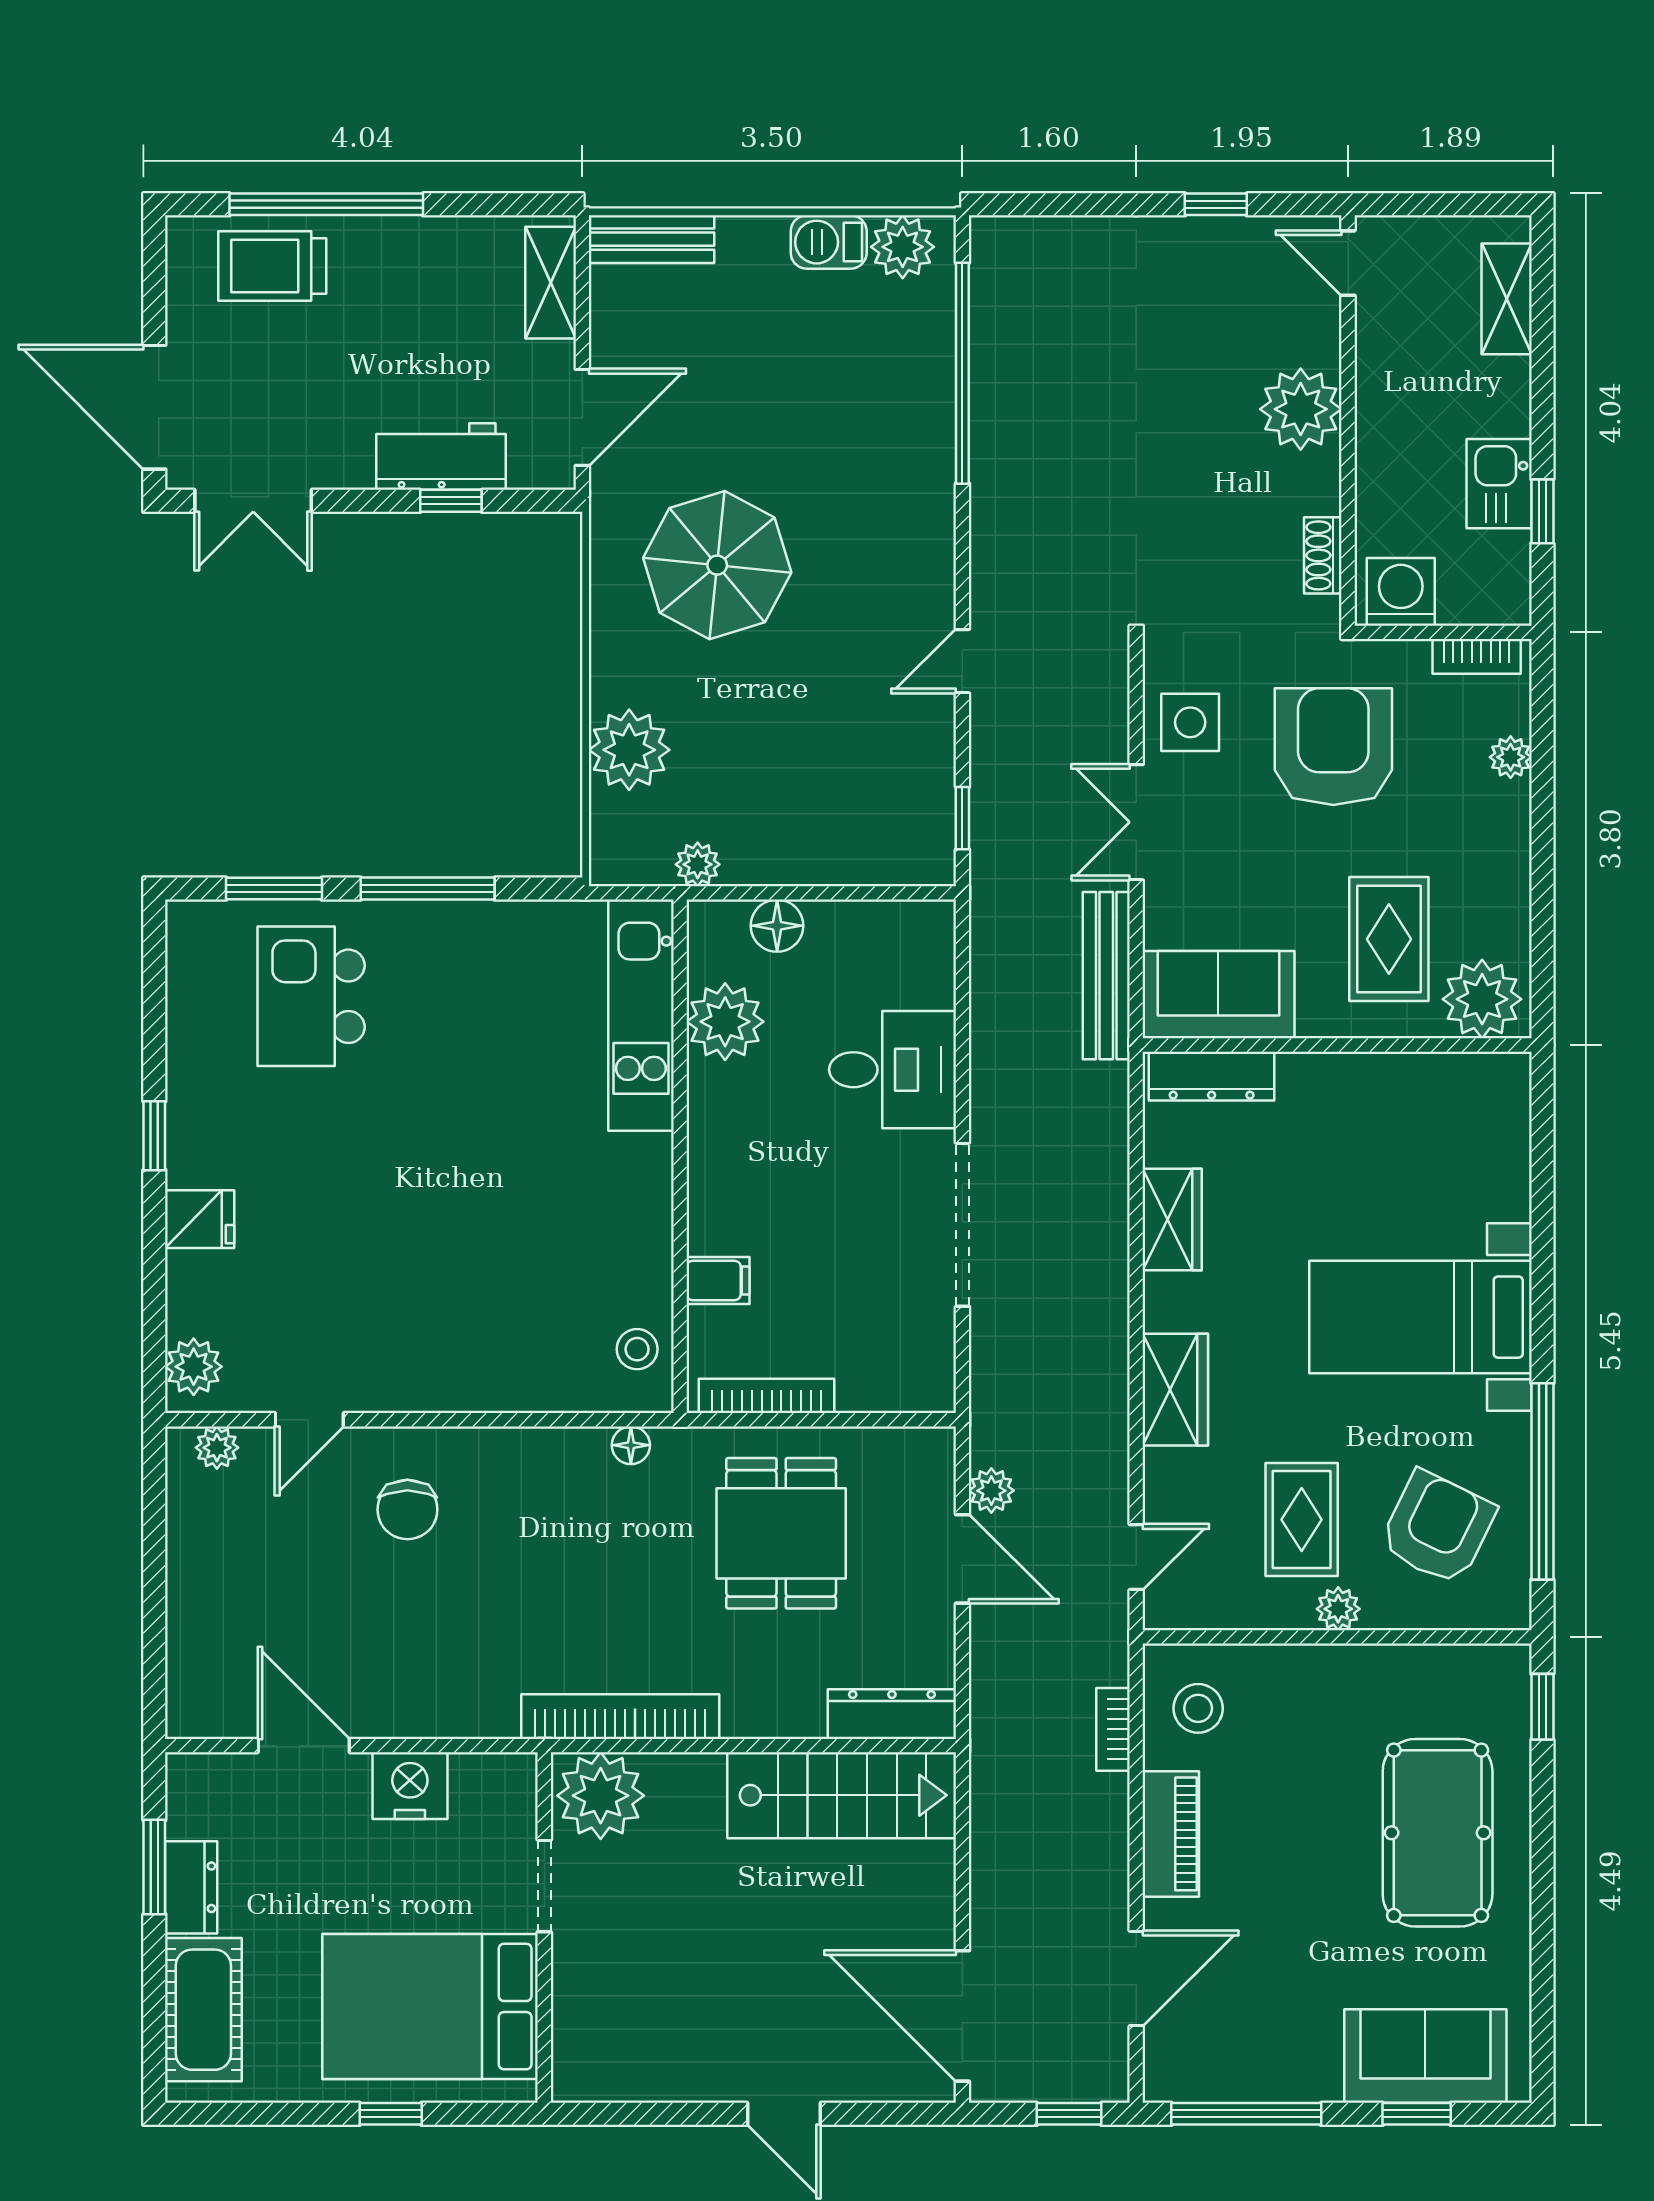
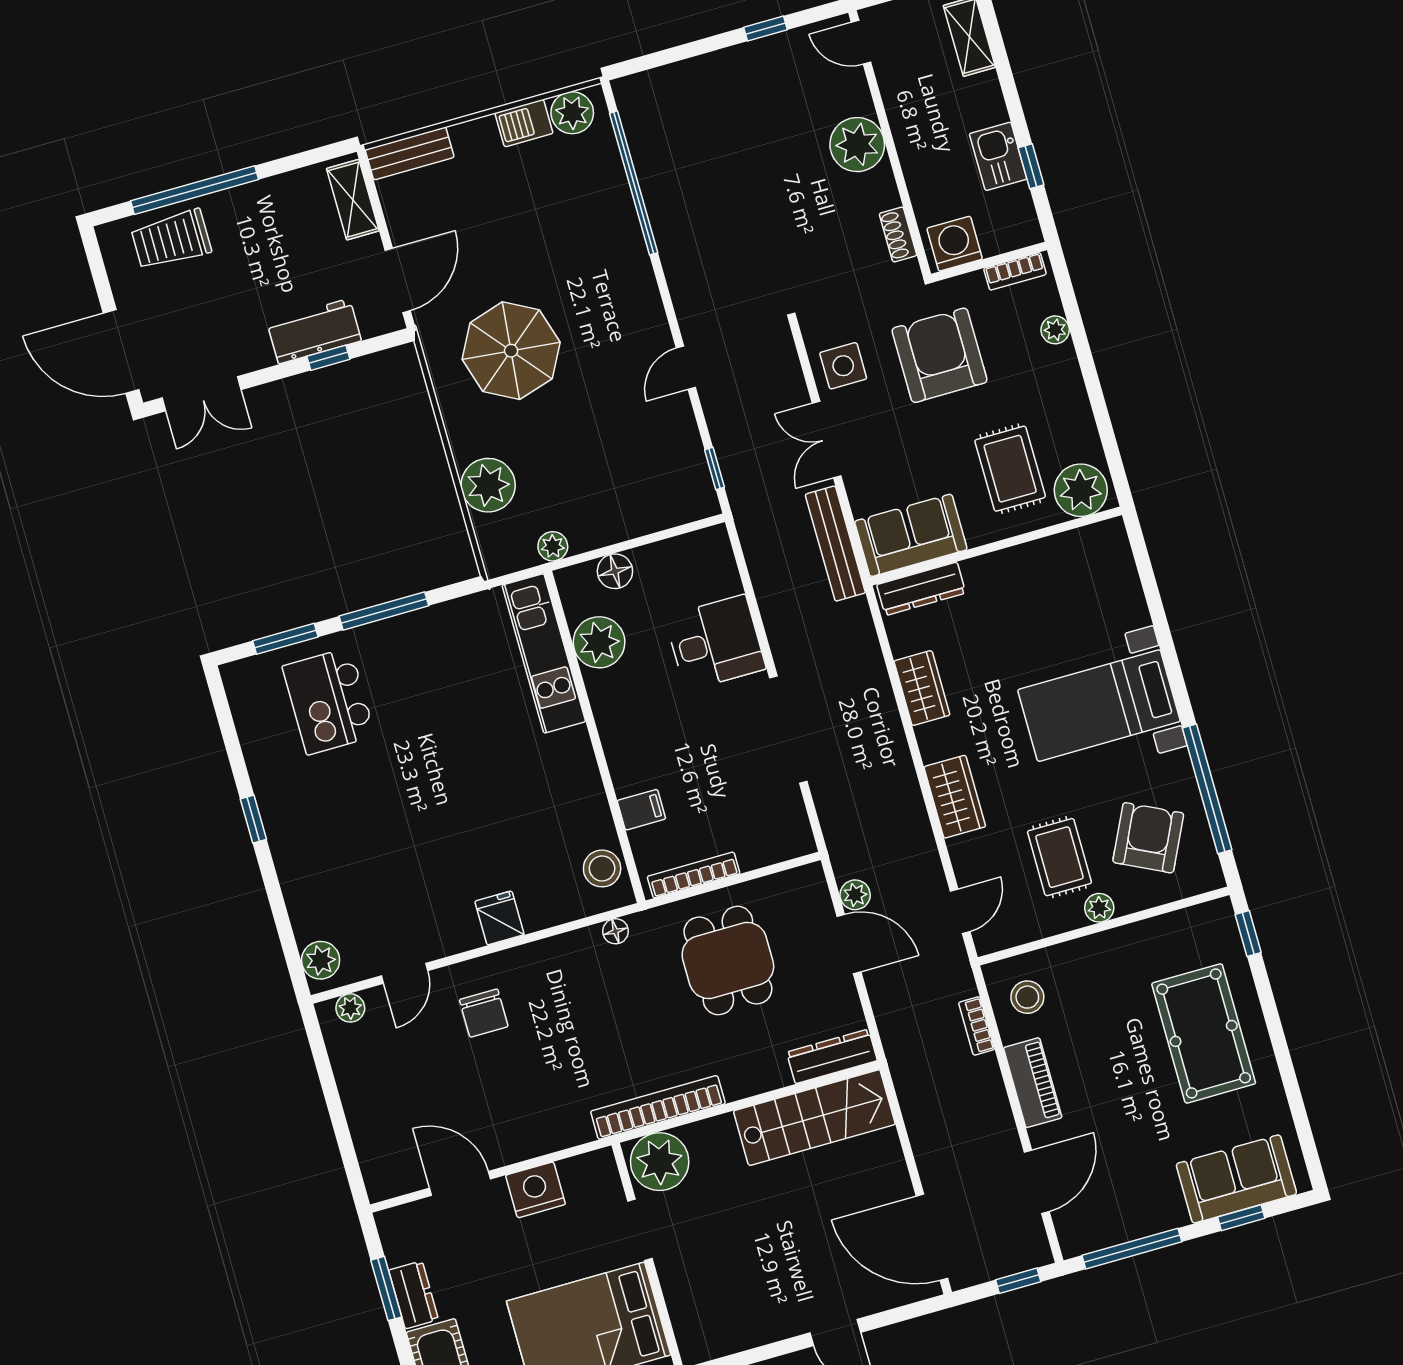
fridge: (200, 1219) -> (499, 918), moved, turned -90
stool: (637, 1349) -> (602, 868), width x1.37, depth x1.37

